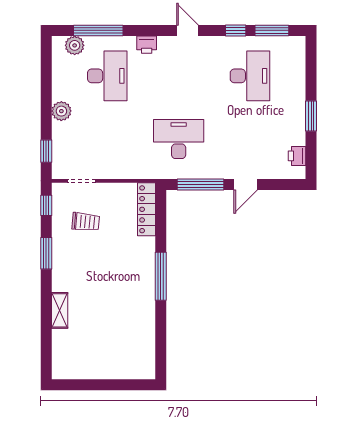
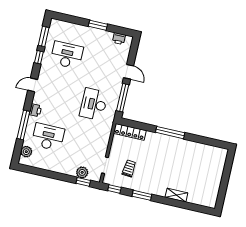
window: (98, 30) -> (23, 125), moved
plant: (61, 111) -> (82, 172), moved

